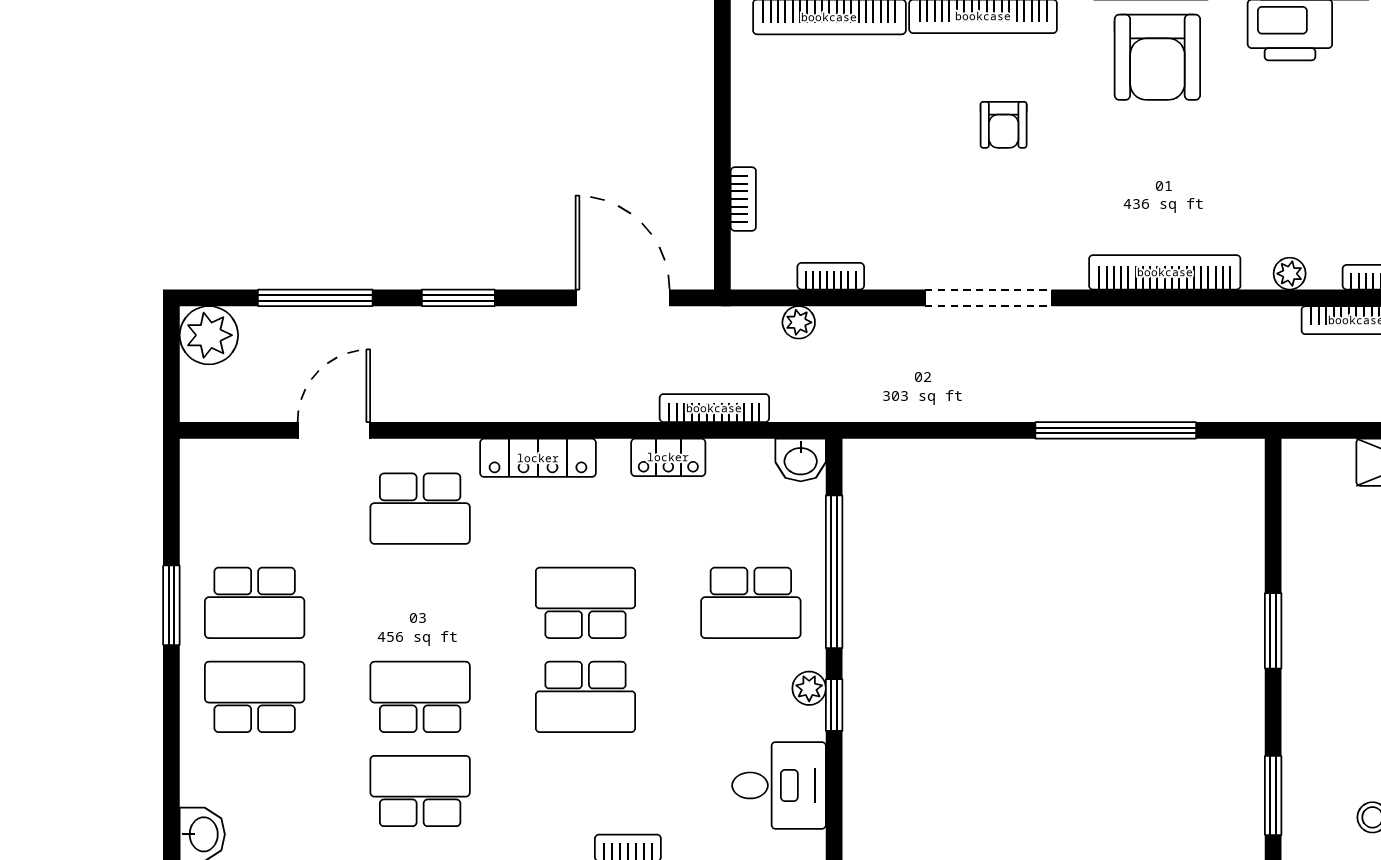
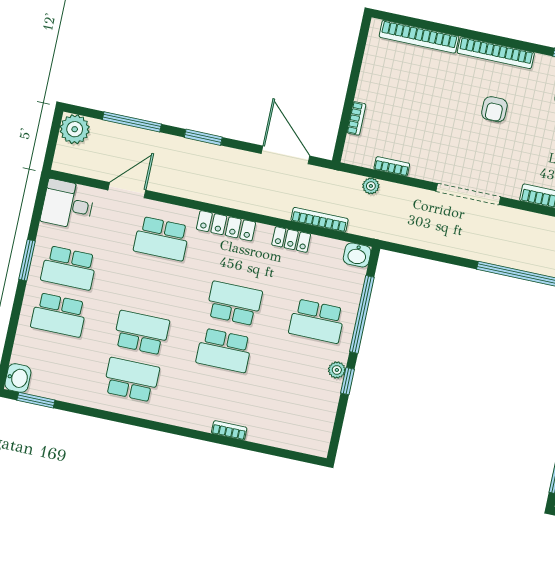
school desk: (255, 697) -> (59, 315), turned 180
desk: (779, 785) -> (68, 204), moved, turned 180

